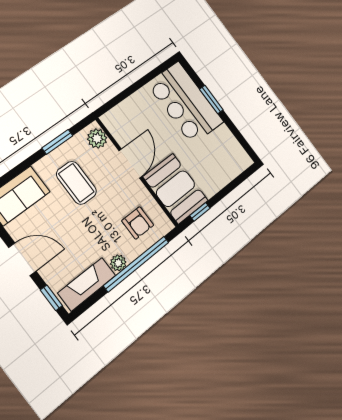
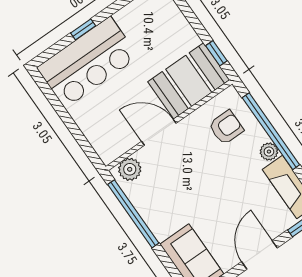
window: (211, 100) -> (83, 29), width x0.67
window: (57, 142) -> (133, 214), width x2.11
coffee table: (76, 183) -> (179, 194), removed

